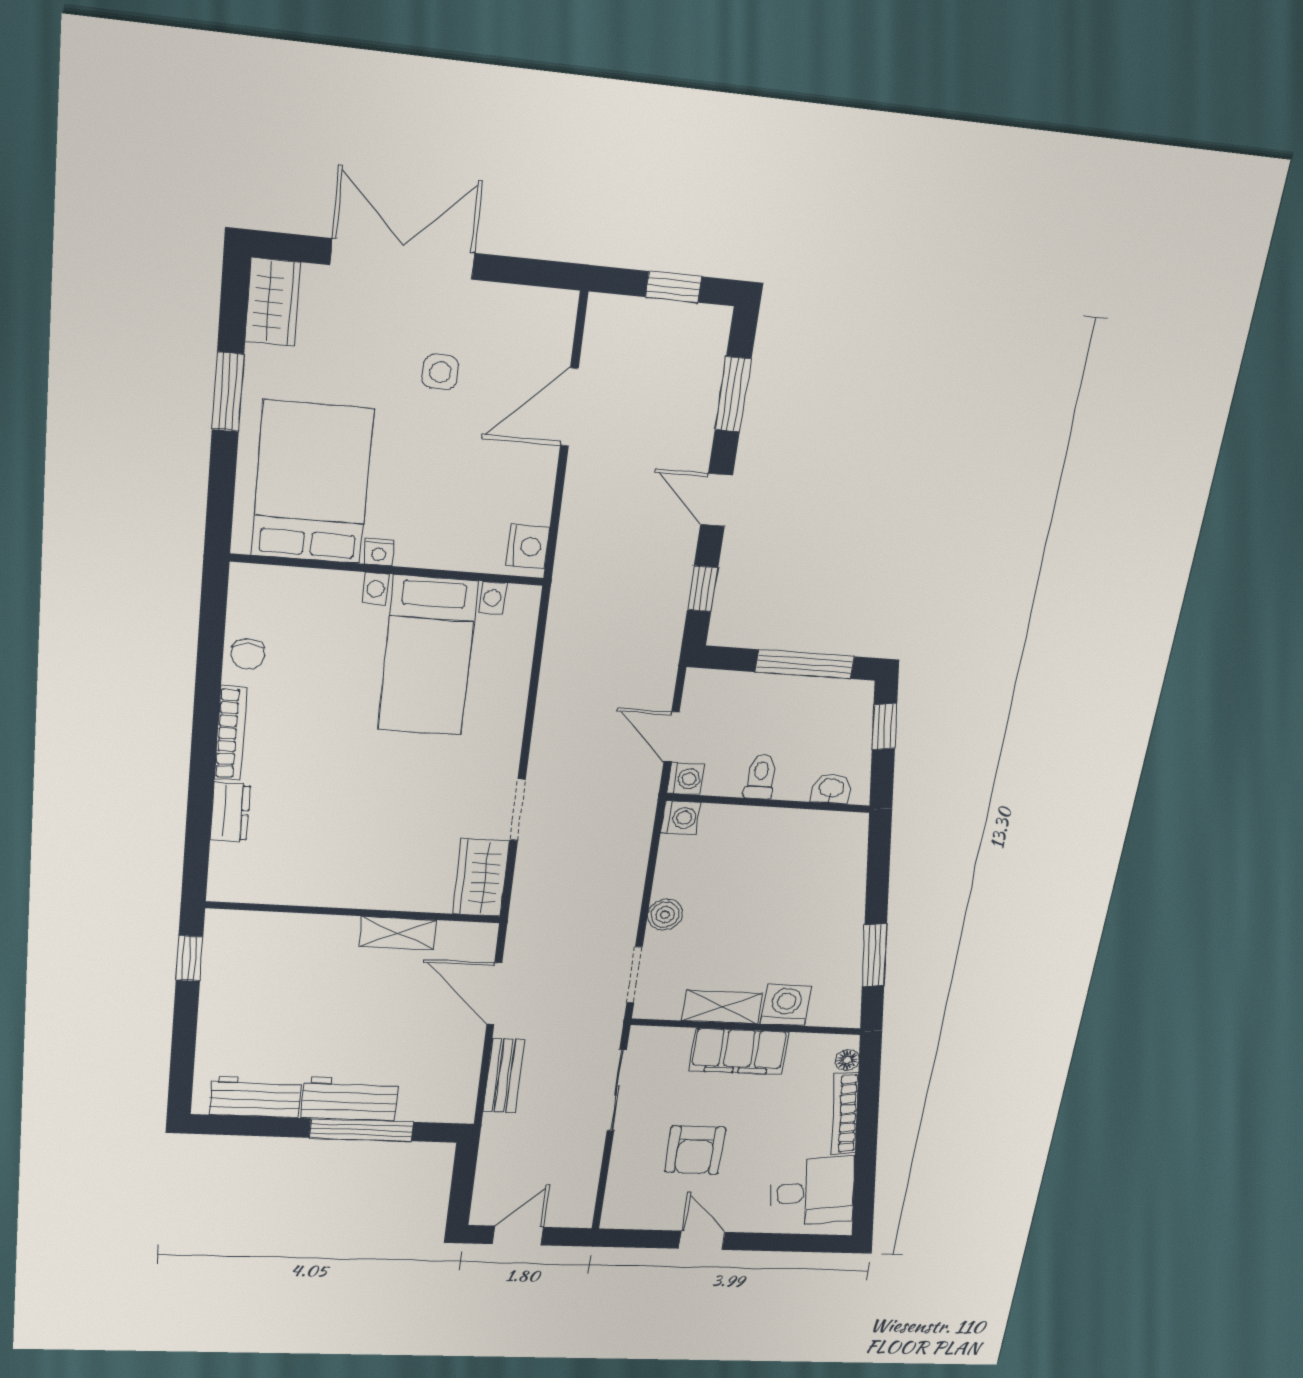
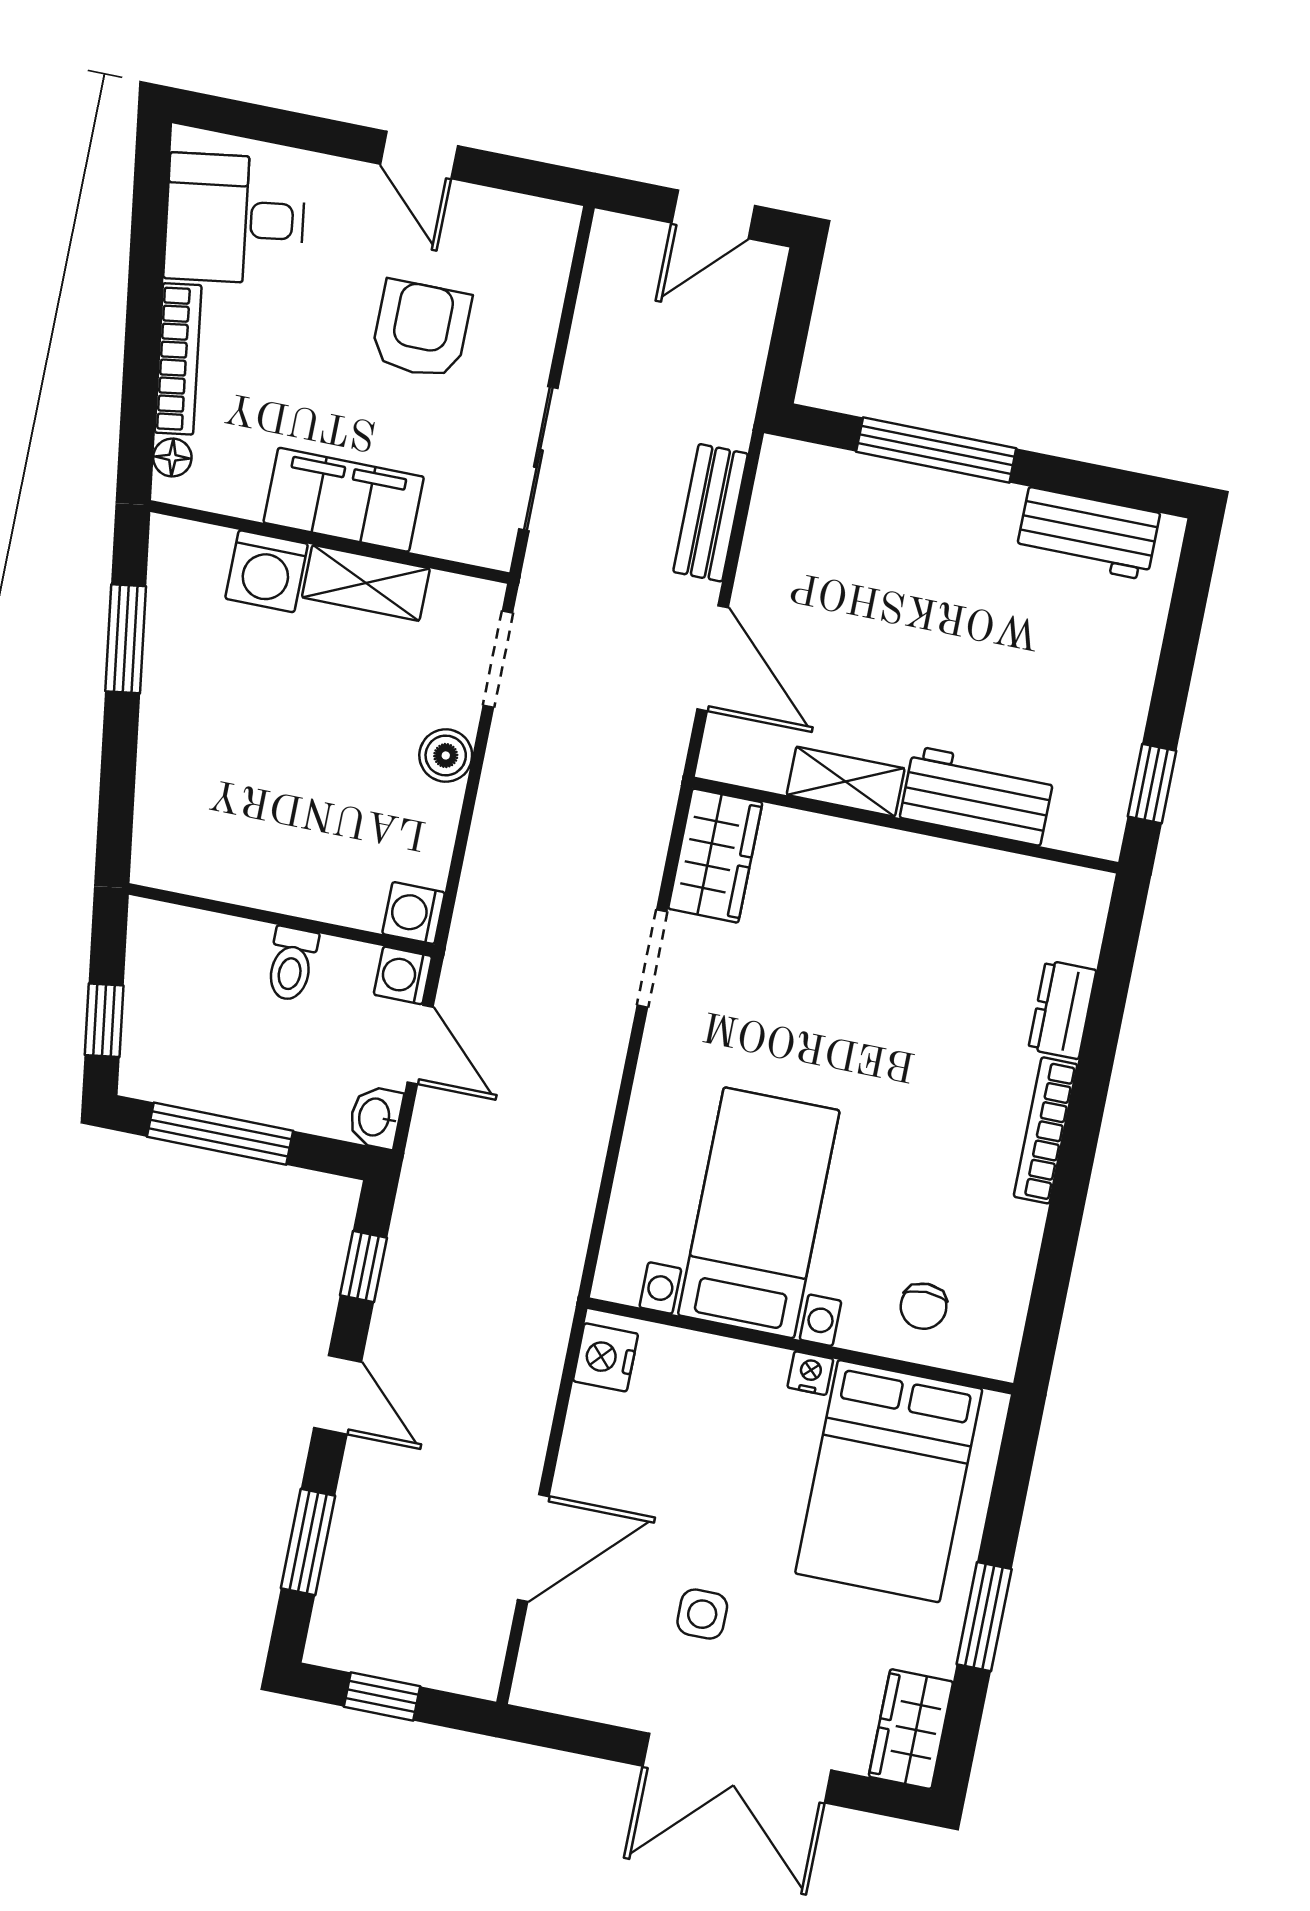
chair: (248, 654) -> (924, 1306), moved, turned 180
washbasin: (831, 789) -> (375, 1117), moved, turned 90
workbench: (350, 1099) -> (977, 796), moved, turned 180

